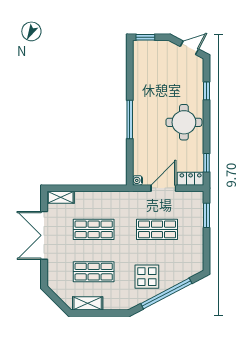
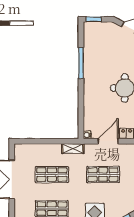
window: (130, 119) -> (81, 63), moved
shelving: (61, 197) -> (73, 149), moved

